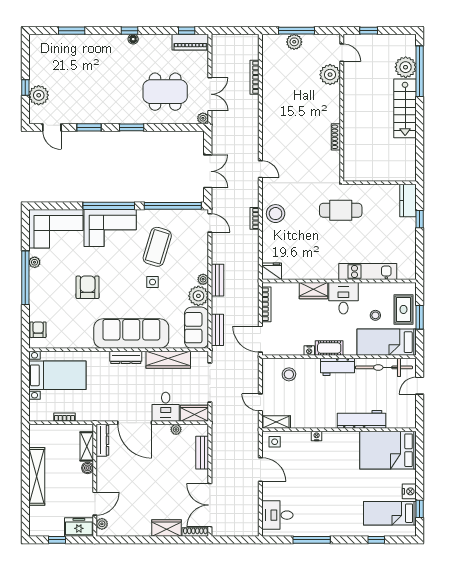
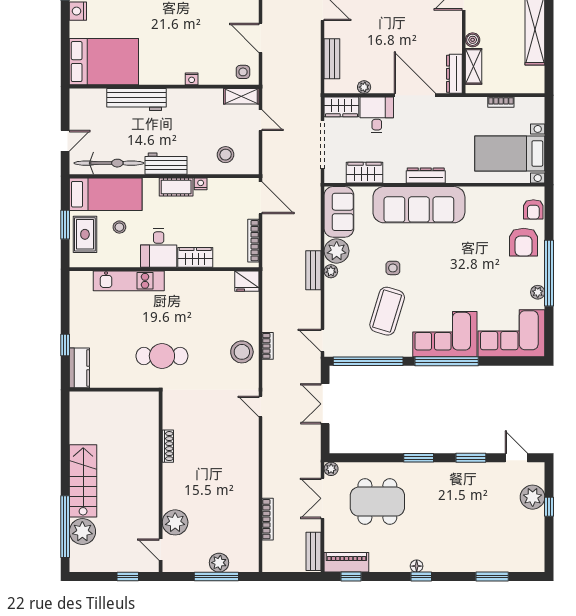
armchair: (88, 287) -> (524, 242), moved
bench: (217, 330) -> (313, 551), moved
wardrobe: (168, 360) -> (365, 173), width x0.67

